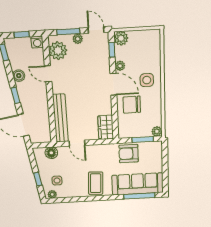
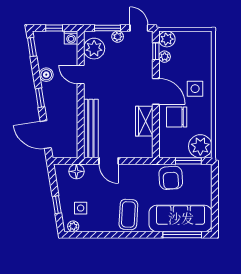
plant: (120, 66) -> (165, 57), moved
wardrobe: (106, 127) -> (144, 121), moved
plant: (157, 131) -> (200, 146), width x1.88, depth x1.88
armchair: (129, 154) -> (171, 178), turned -94

